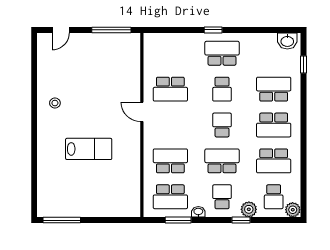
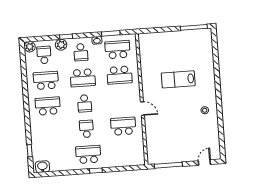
school desk: (222, 53) -> (88, 154), turned 180
school desk: (274, 89) -> (50, 132), removed

